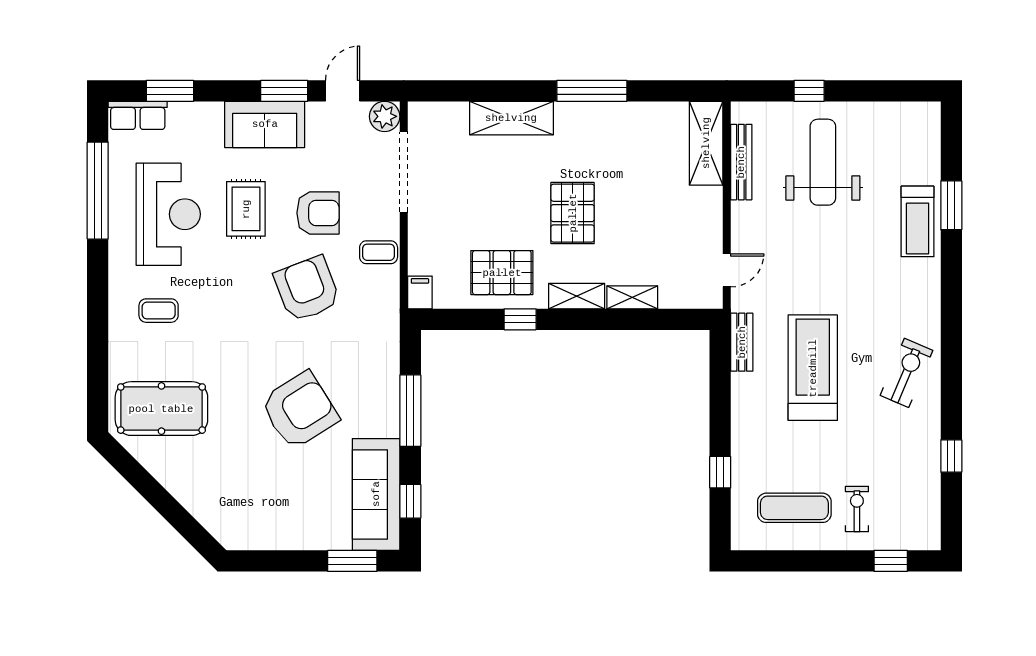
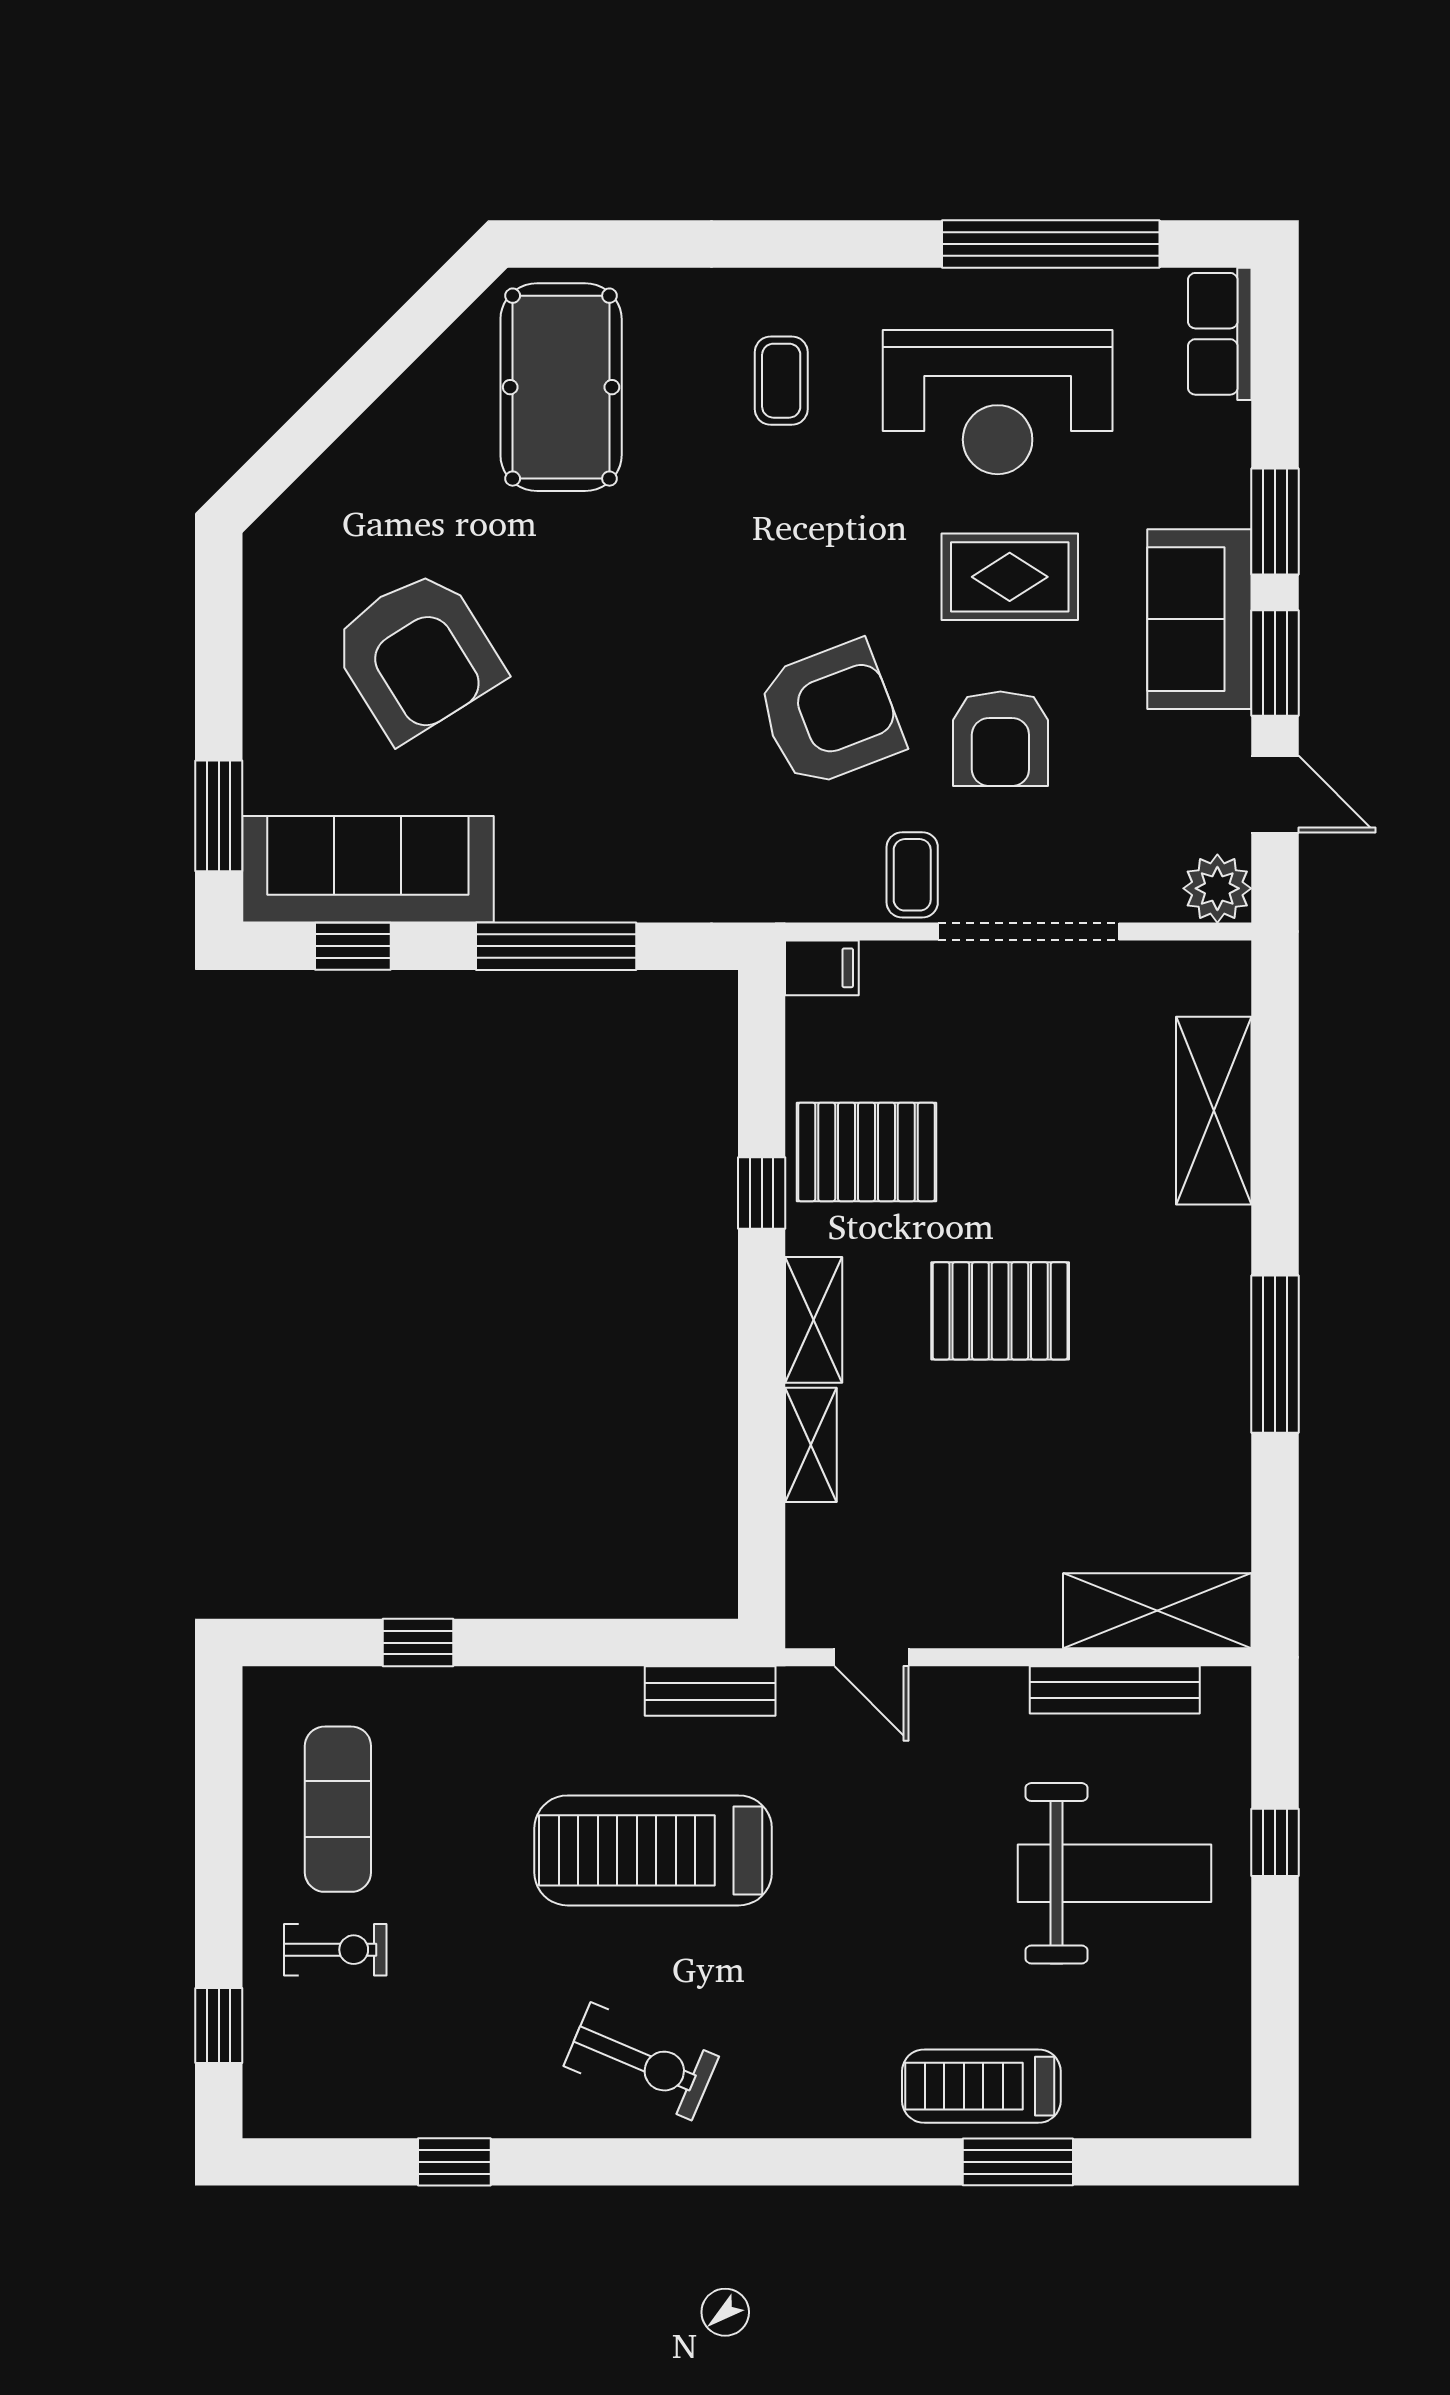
window: (170, 91) -> (1275, 521), moved
shelving: (511, 118) -> (1214, 1111), moved
doorway: (404, 172) -> (1029, 931), moved
pallet: (502, 273) -> (866, 1152), turned 90
treadmill: (813, 368) -> (653, 1850), turned 180
armchair: (300, 410) -> (417, 655), moved

